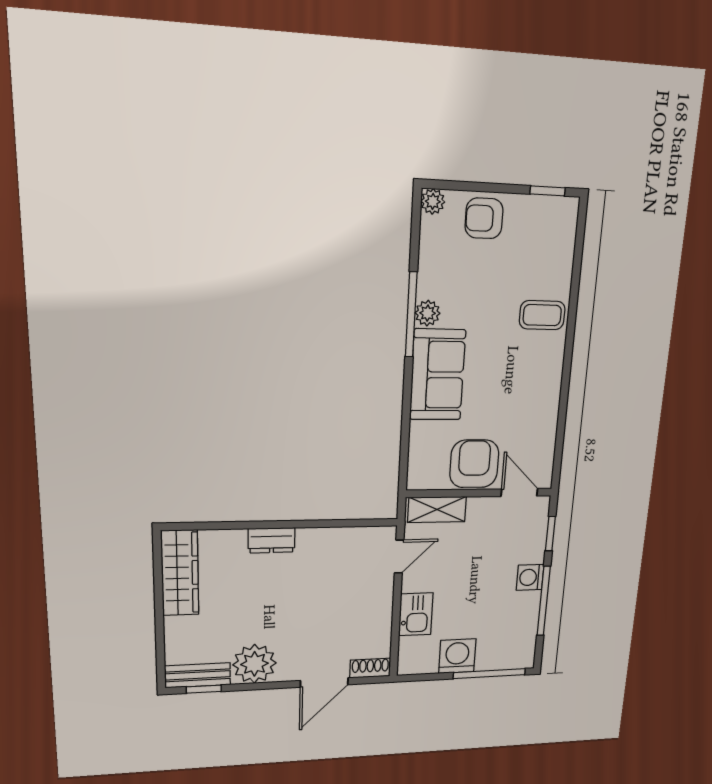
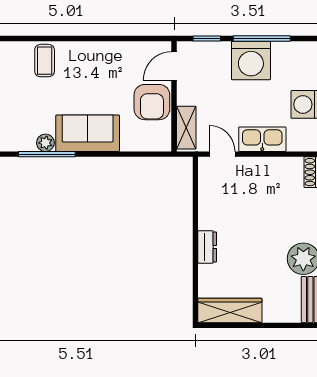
armchair: (474, 464) -> (152, 102), turned -90
washing machine: (530, 577) -> (251, 60), width x1.89, depth x1.89
kitchen sink: (416, 614) -> (262, 139), width x1.38

